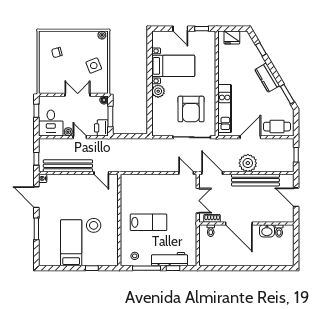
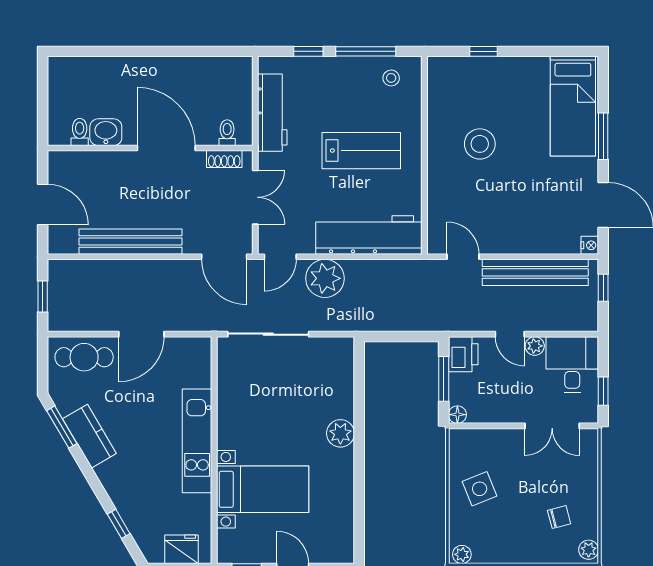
plant: (43, 37) -> (589, 550), added
bed with nightstands: (173, 66) -> (263, 489), moved, turned 180
kitchen counter: (267, 78) -> (89, 436), moved
double door: (78, 95) -> (552, 426), moved
armchair: (191, 109) -> (270, 395), removed
kitchen unit: (225, 109) -> (197, 441), moved
plant: (248, 163) -> (325, 278), moved
door: (186, 173) -> (280, 257), hinge flipped
workbench: (145, 183) -> (369, 235), added
double door: (198, 201) -> (255, 197), swing flipped
lab bench: (149, 222) -> (361, 151), turned 180
bed: (71, 243) -> (573, 106), moved
workbench: (170, 259) -> (272, 113), moved, turned -90

